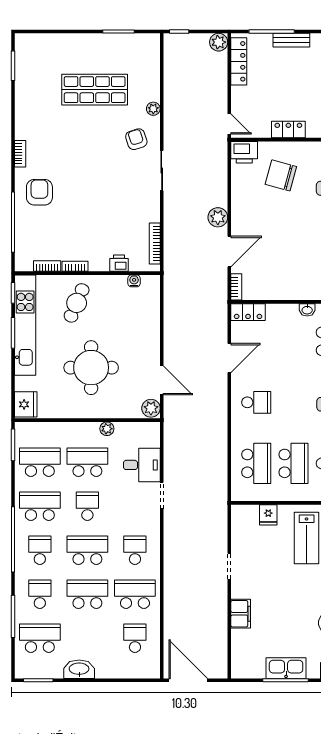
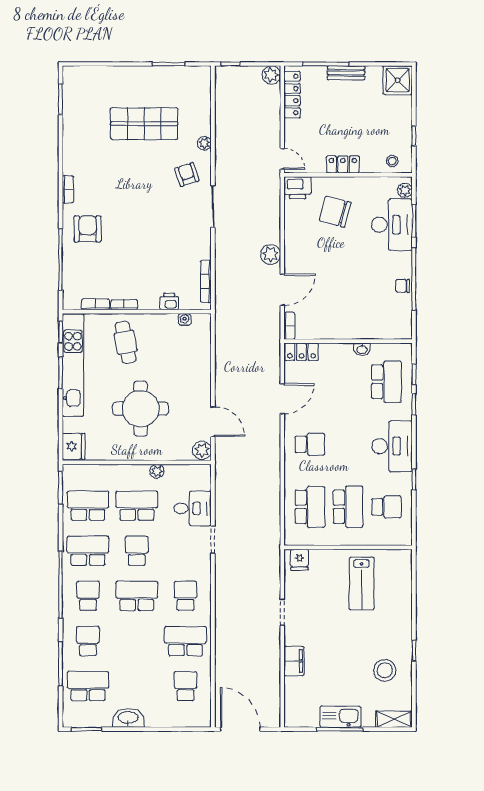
cafe table: (77, 303) -> (126, 342), turned -35
fridge: (268, 515) -> (299, 560), moved
school desk: (87, 594) -> (137, 641), removed

